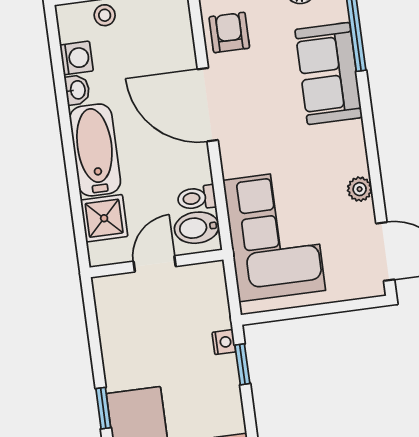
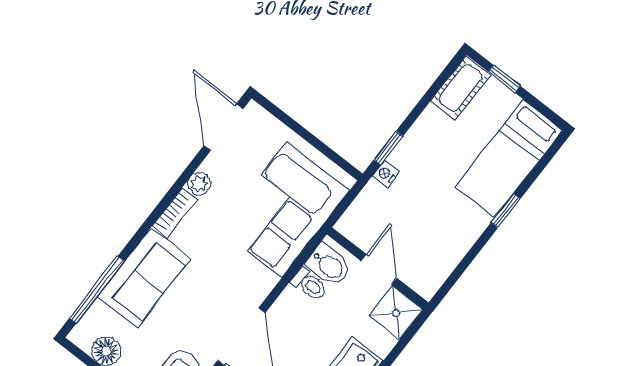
bookcase: (356, 148) -> (175, 213), added
shower: (104, 218) -> (396, 313), moved
door: (155, 264) -> (379, 269), swing flipped

